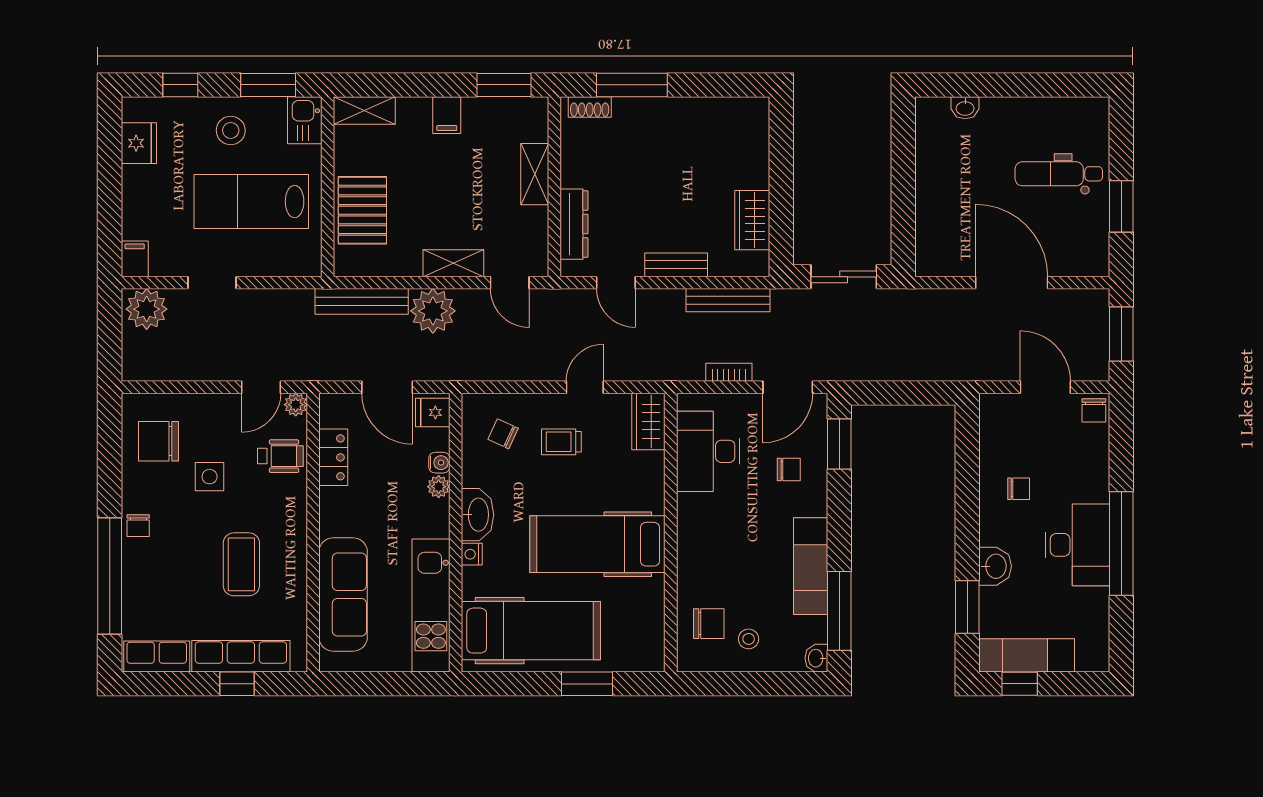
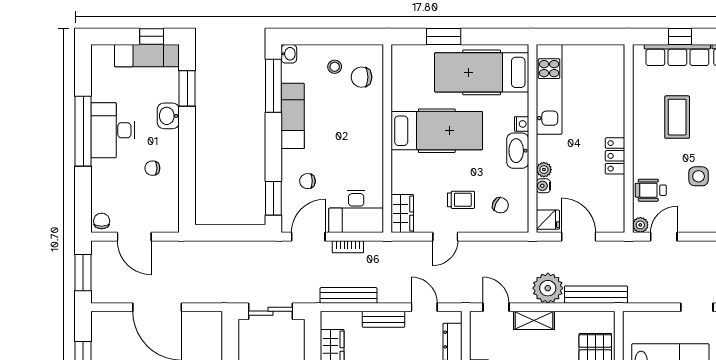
desk: (708, 451) -> (356, 211), moved, turned 90
locker: (333, 457) -> (615, 156), moved
sofa: (343, 594) -> (608, 97), removed

